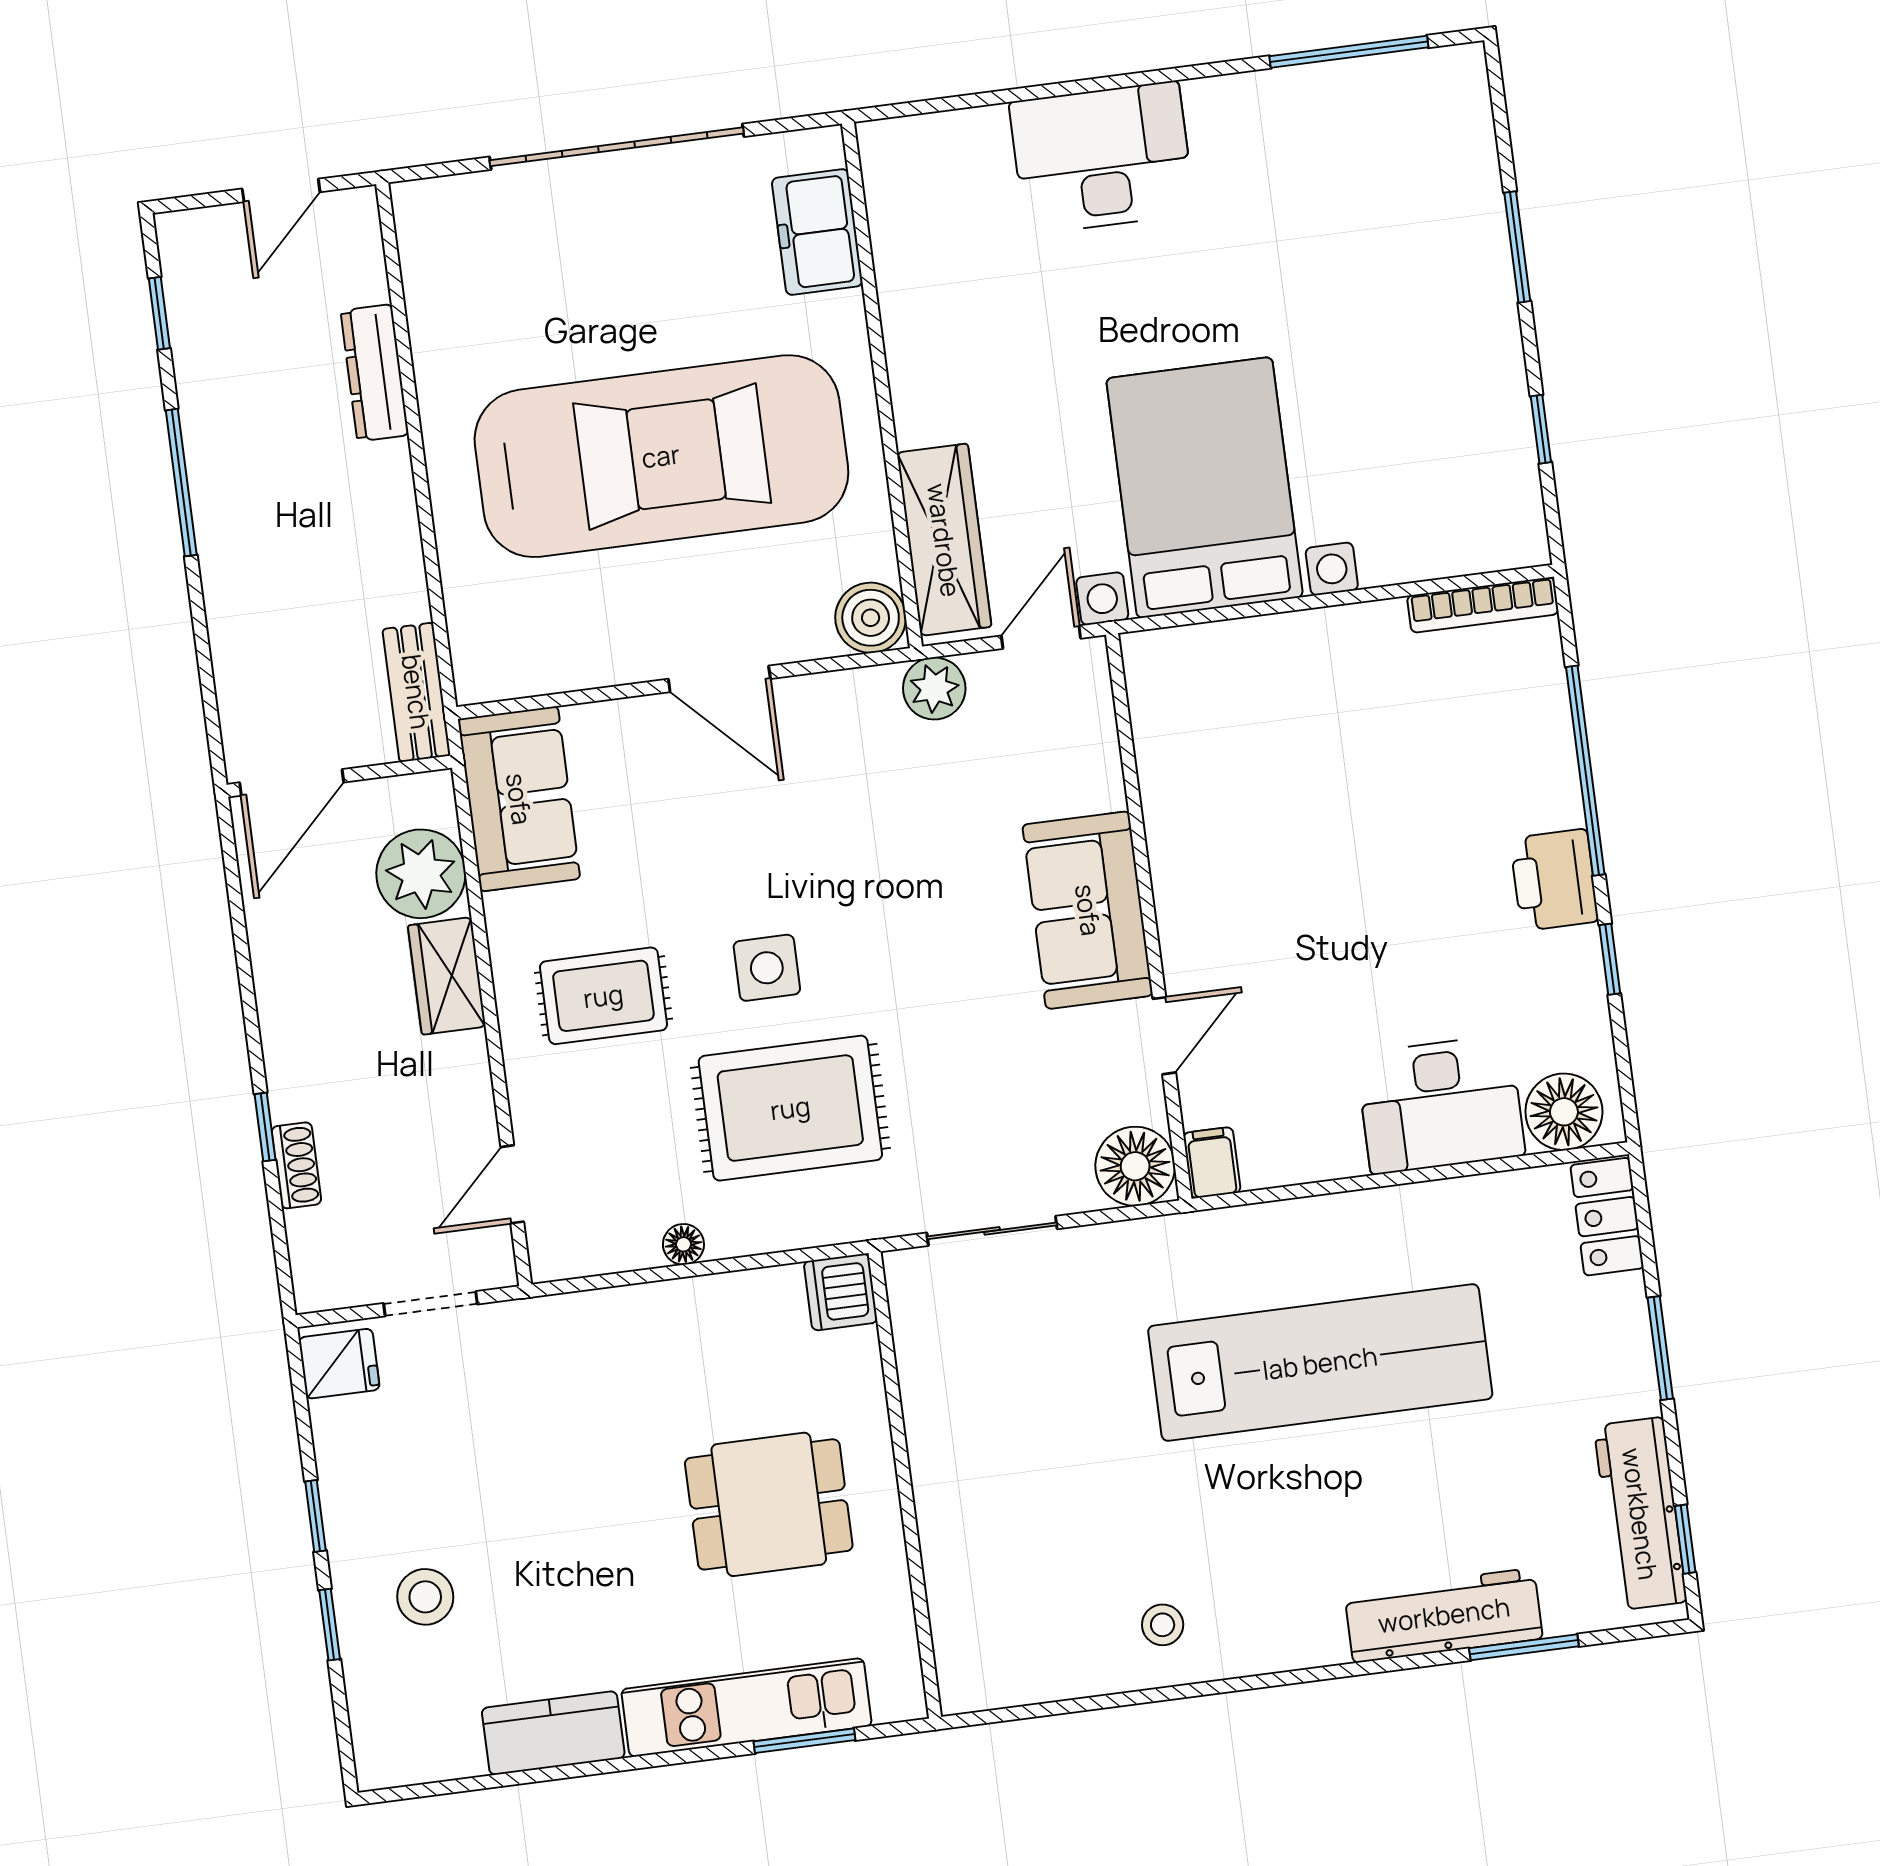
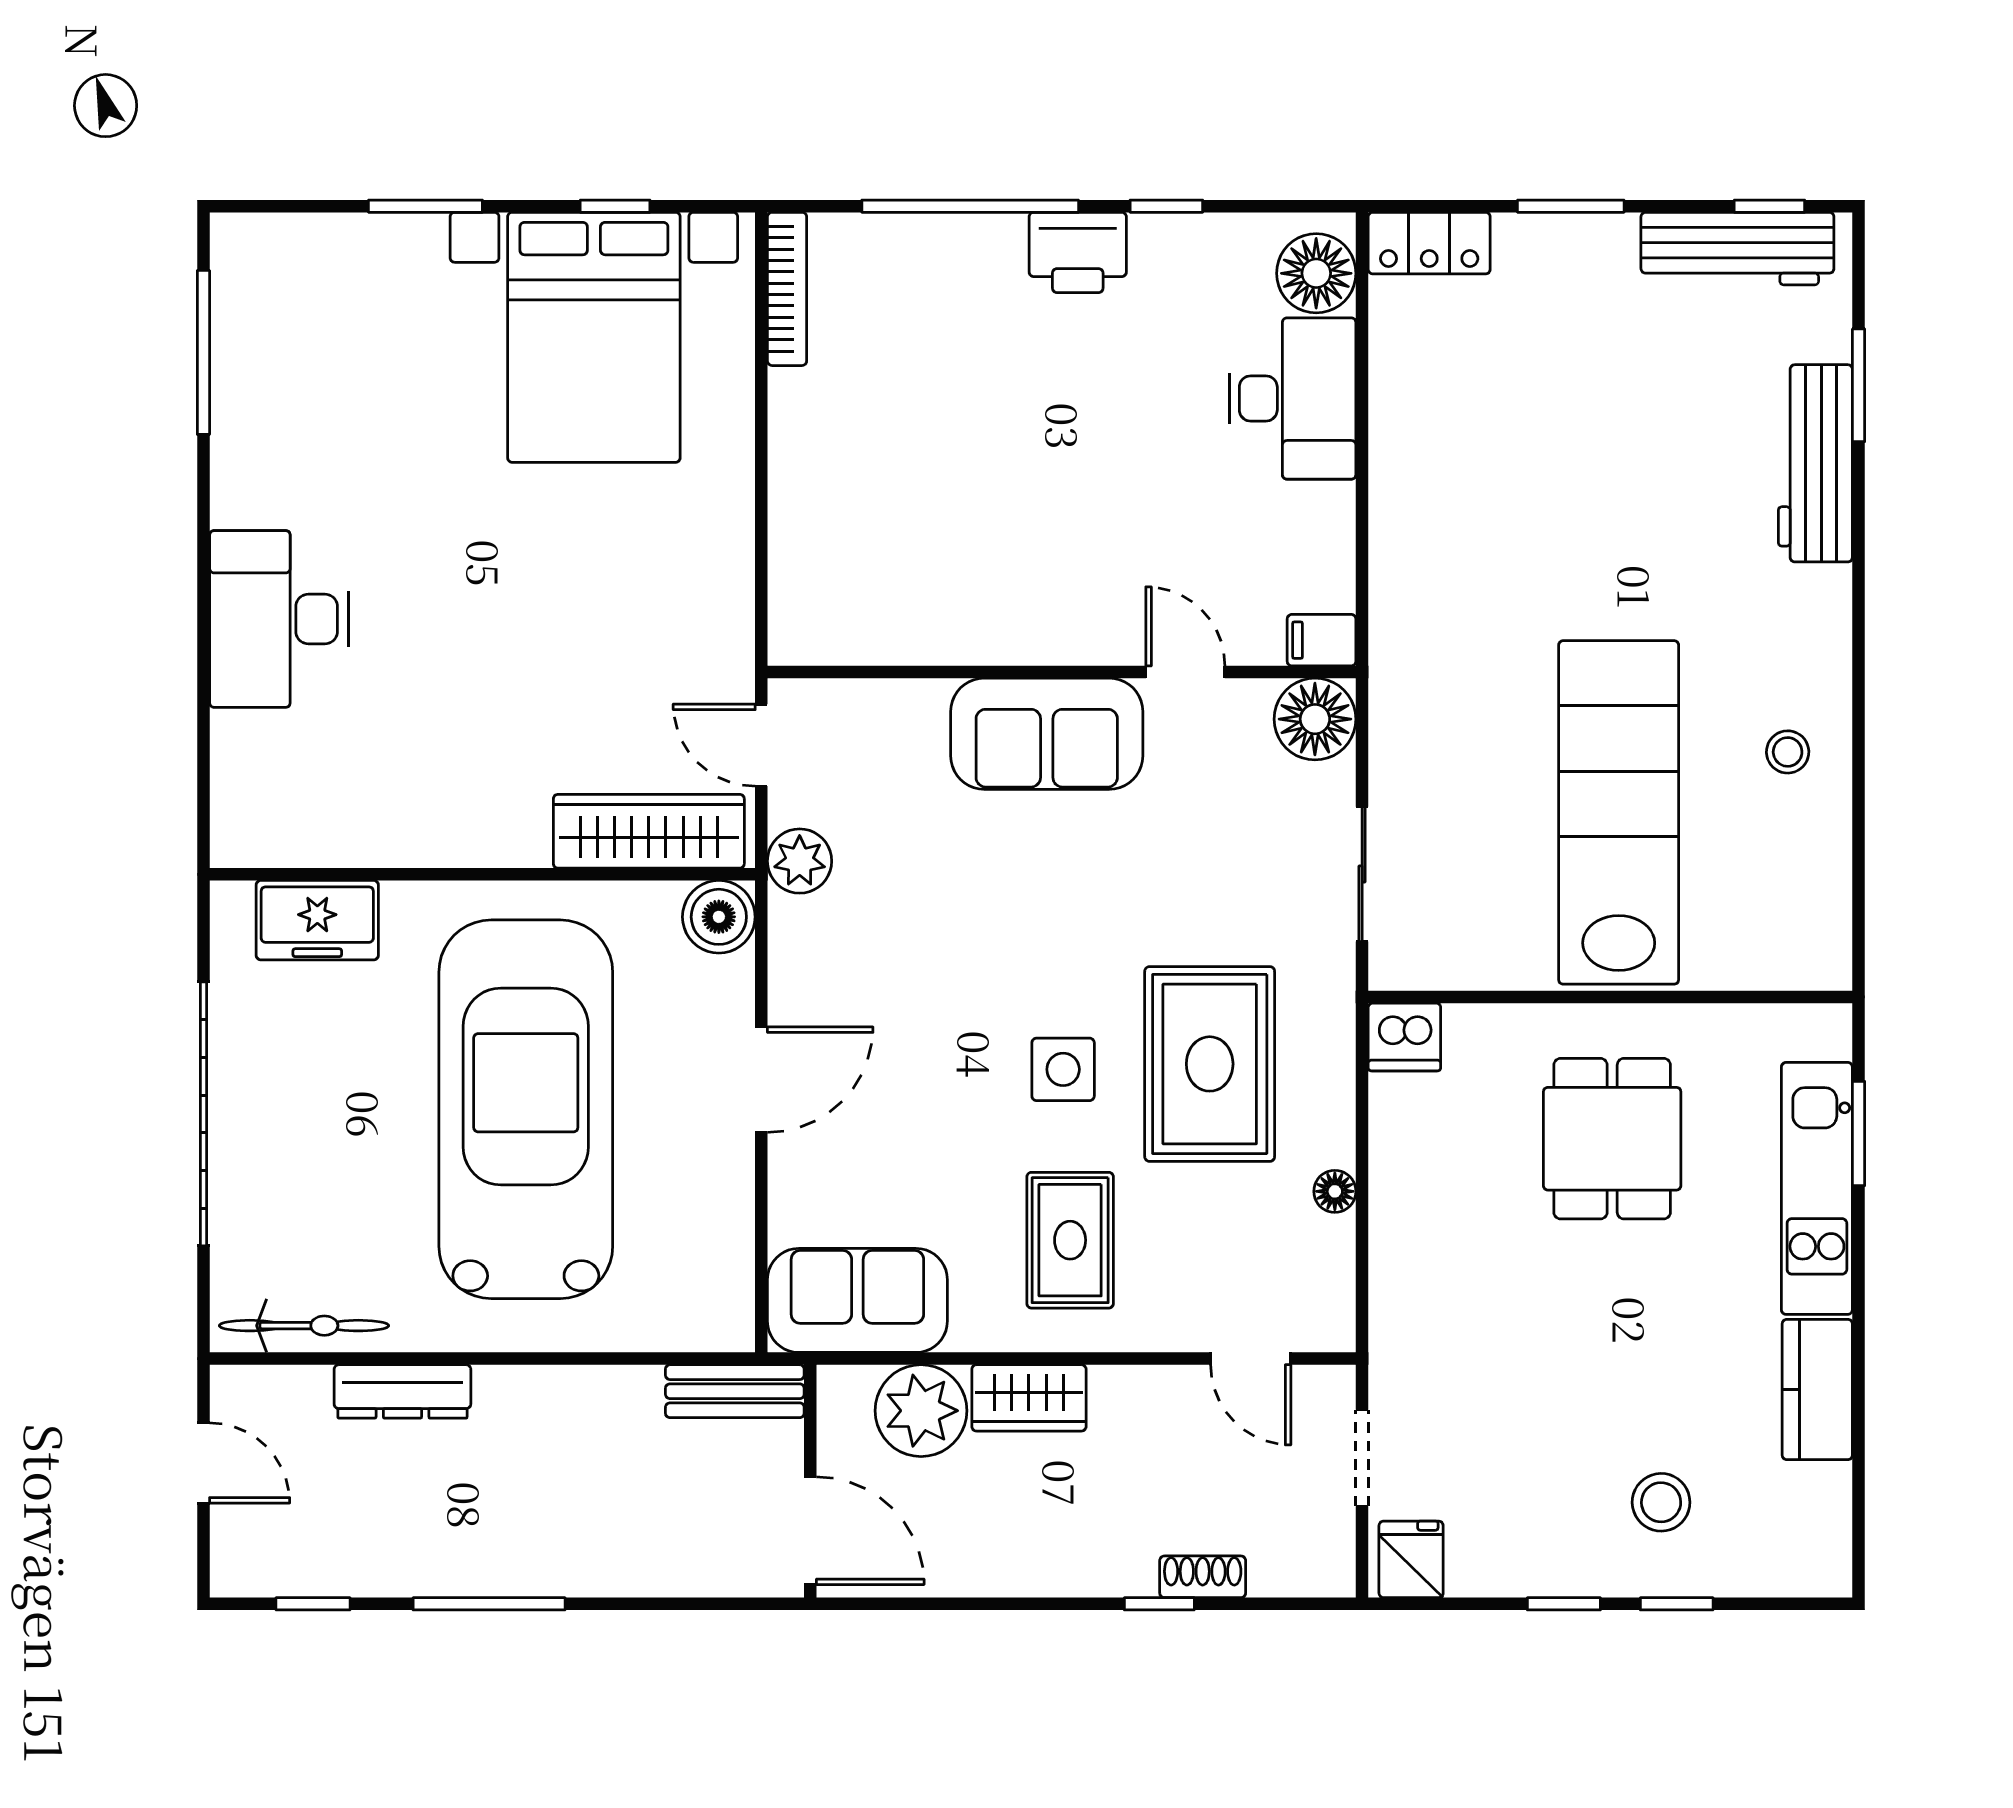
bicycle: (426, 270) -> (304, 1326), added
bed with nightstands: (1205, 488) -> (594, 337), moved, turned -90
lab bench: (1320, 1363) -> (1619, 812), moved

